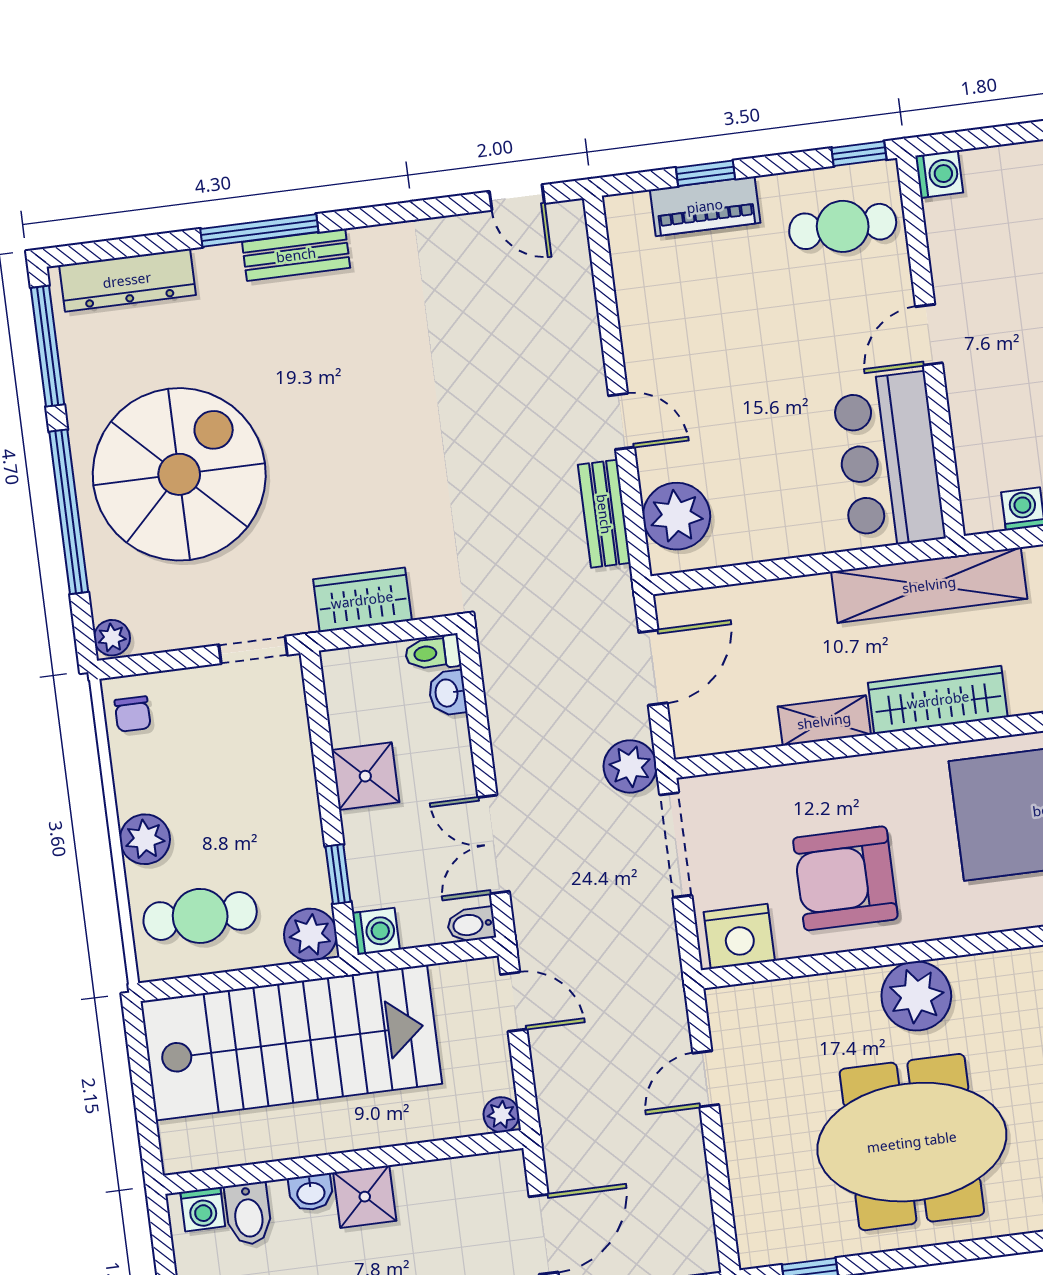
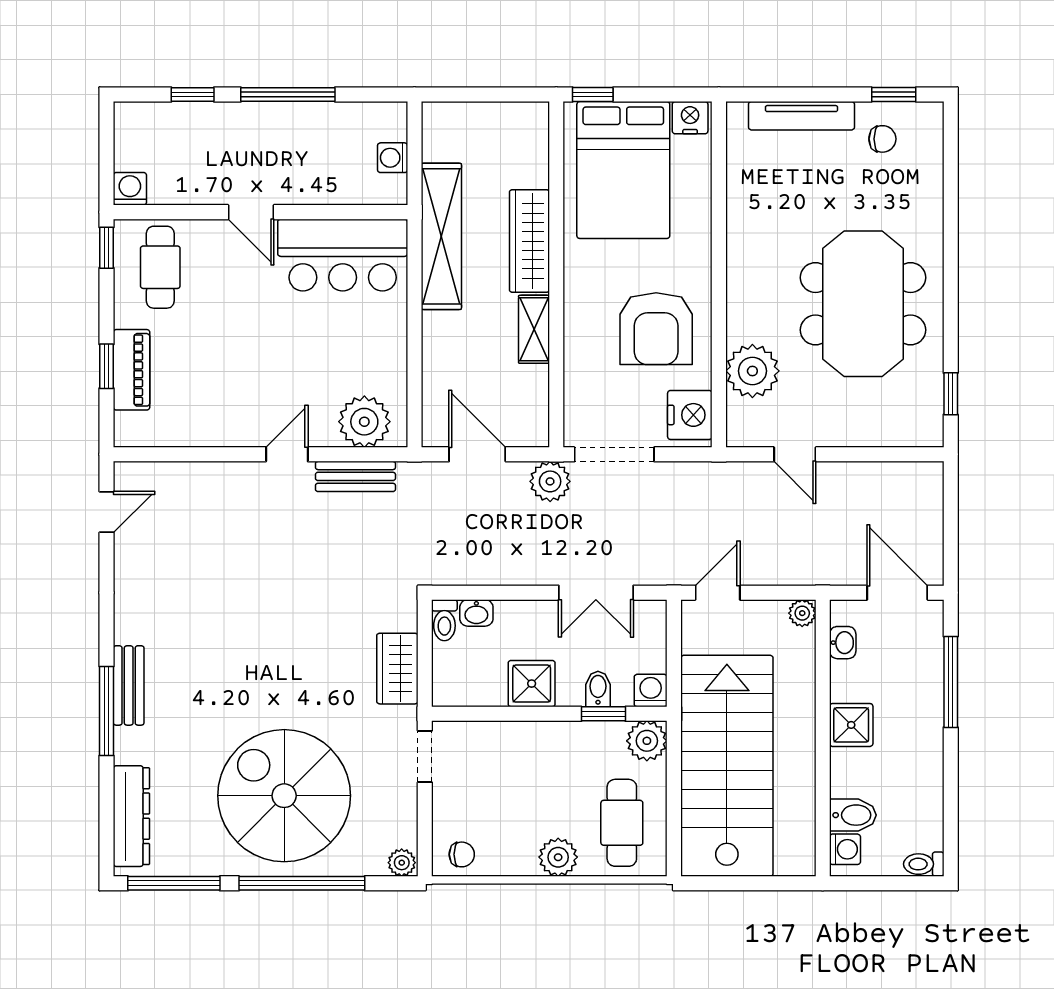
bidet: (471, 925) -> (598, 689), moved, turned 180
plant: (916, 996) -> (752, 371), moved
washbasin: (311, 1192) -> (843, 643), moved

